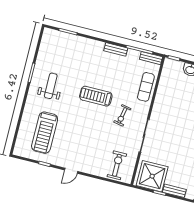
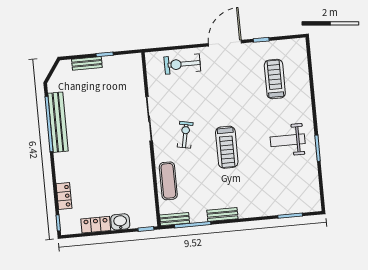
weight bench: (51, 86) -> (288, 140), turned 90
treadmill: (96, 96) -> (227, 147), turned 90
treadmill: (45, 133) -> (275, 79), width x0.73, depth x0.73
exercise bike: (117, 165) -> (182, 64), moved, turned 90
door: (71, 171) -> (225, 43), width x1.87
shower: (152, 176) -> (121, 72), removed

